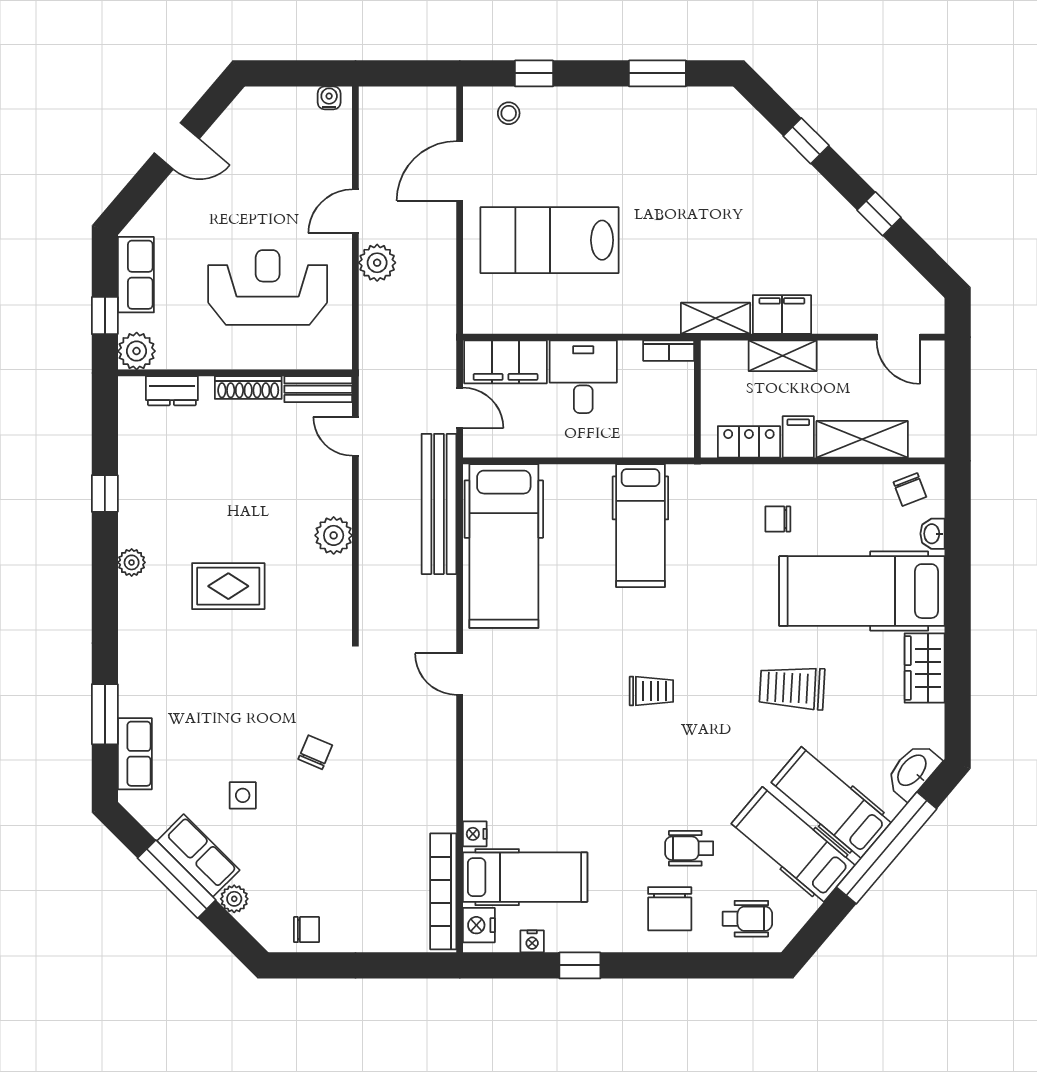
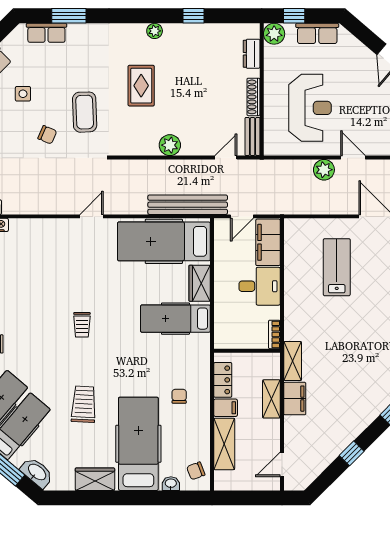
lab bench: (550, 240) -> (337, 267), width x0.73, depth x0.72
wardrobe: (578, 483) -> (200, 283), added
coffee table: (275, 686) -> (85, 112), added

